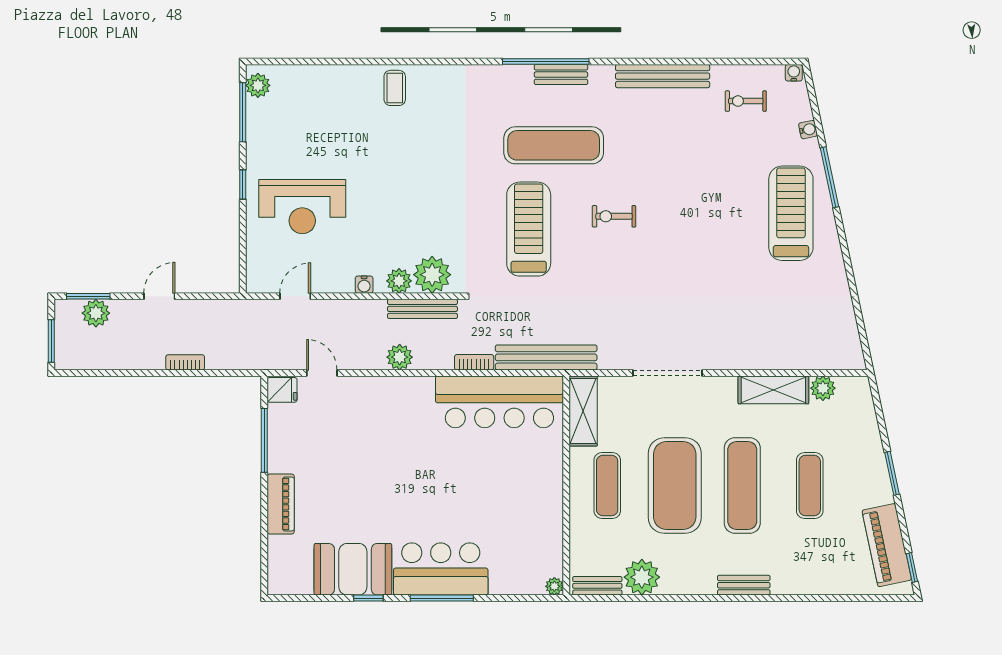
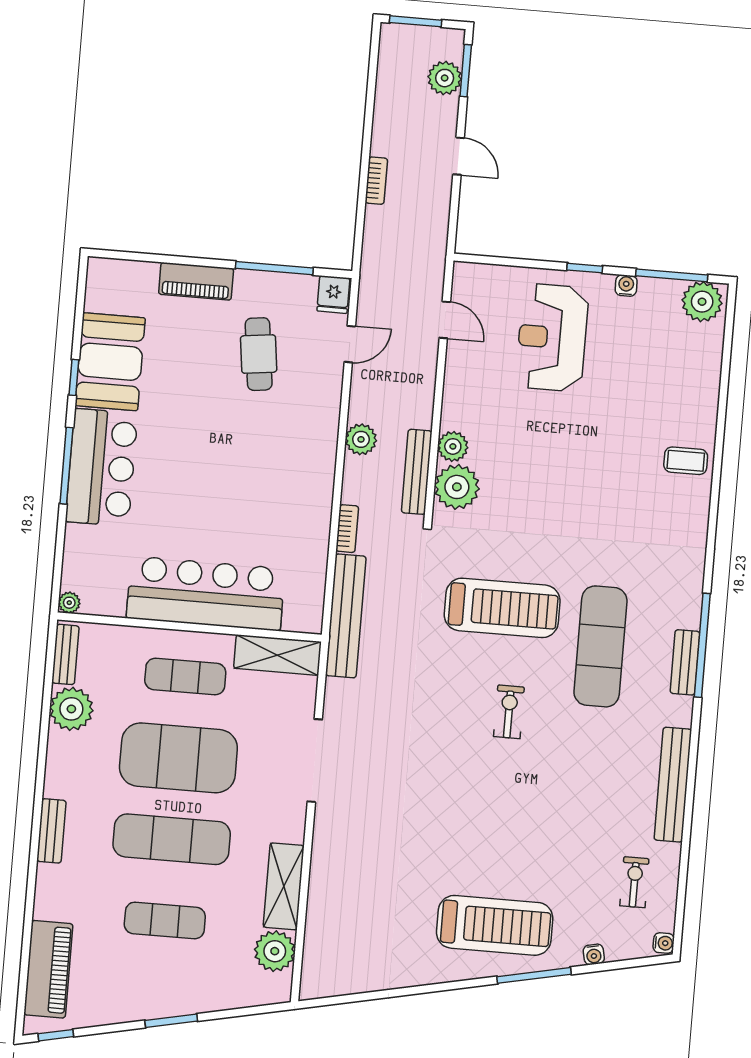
plant: (258, 85) -> (702, 302), width x1.36, depth x1.36
water cooler: (364, 285) -> (626, 286), moved, turned 90
plant: (823, 388) -> (275, 951), width x1.36, depth x1.36
bar counter: (499, 402) -> (206, 593), moved, turned 90
cafe table: (336, 447) -> (259, 354), added
piano: (887, 545) -> (48, 969), moved, turned 102

